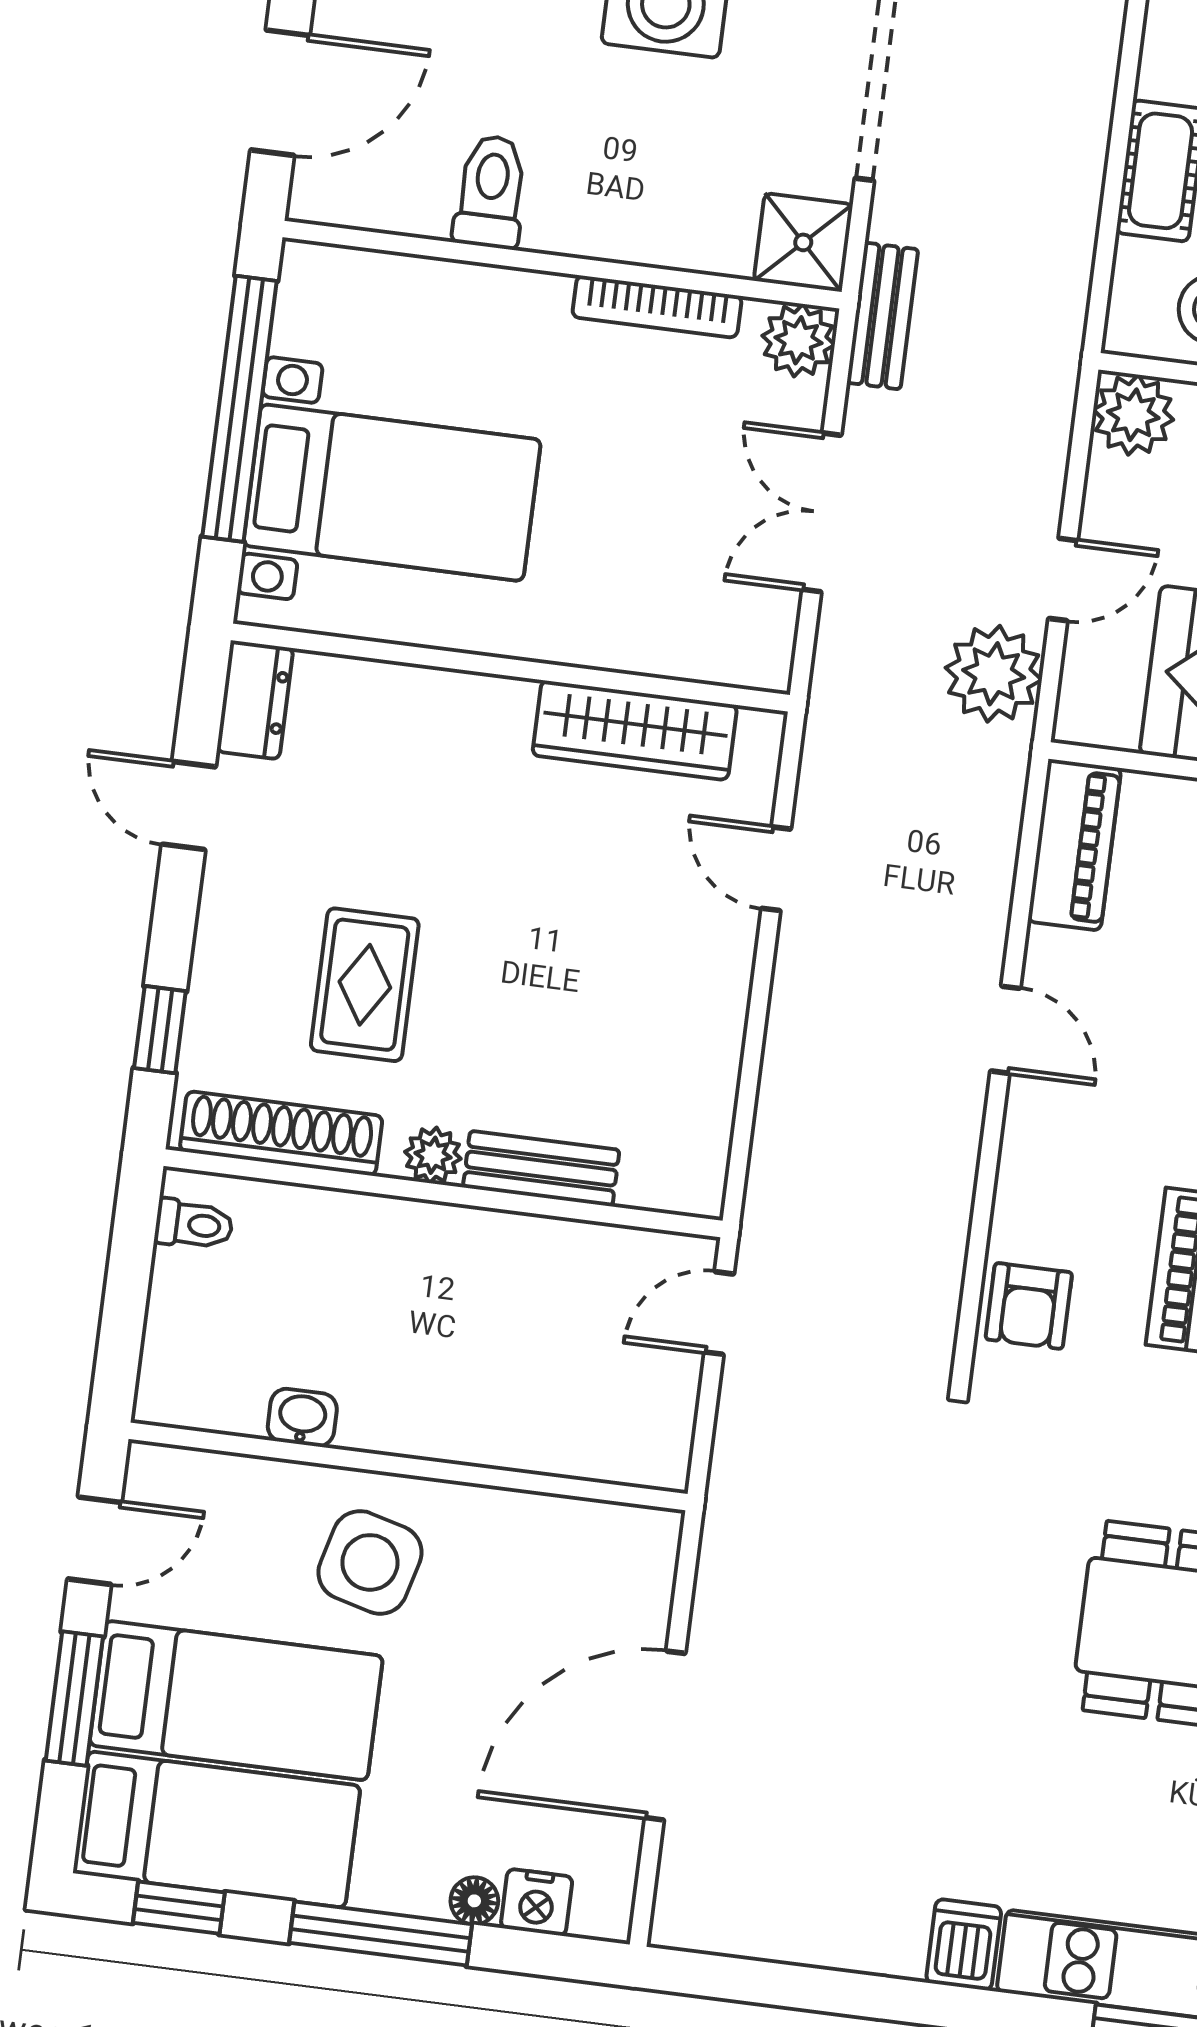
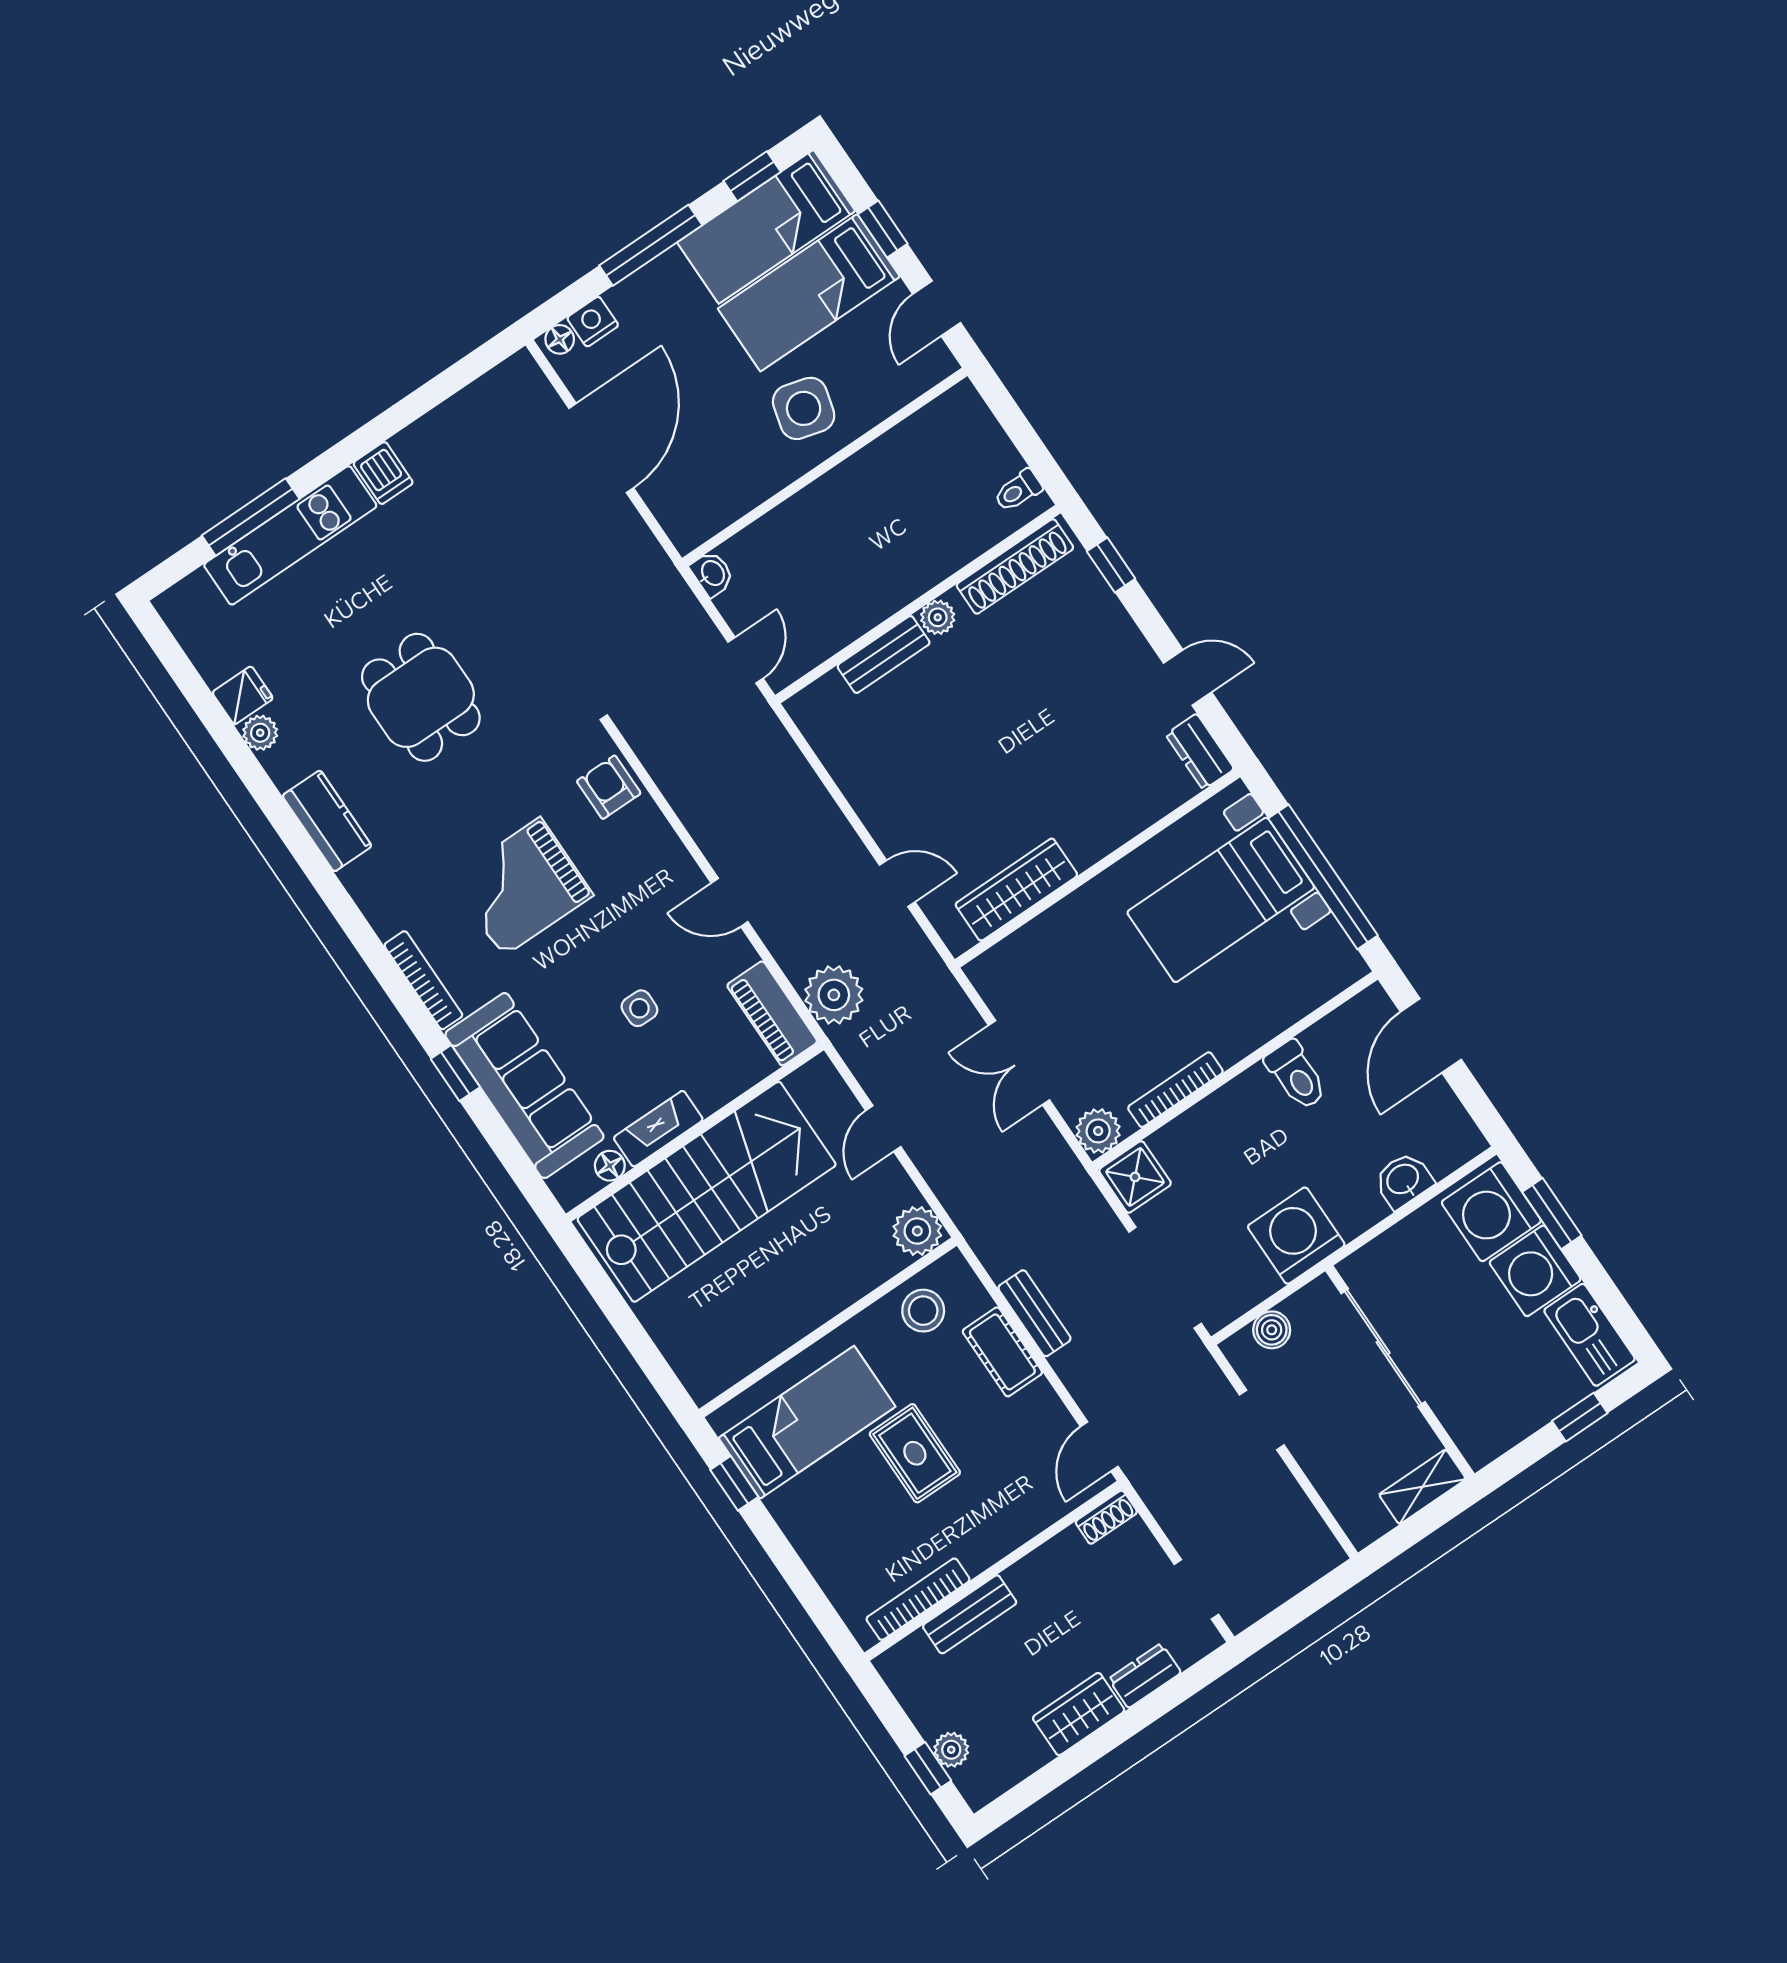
bench: (883, 316) -> (1034, 1313), moved
double door: (822, 512) -> (1019, 1063), swing flipped
plant: (994, 674) -> (834, 995), moved
rug: (365, 985) -> (1037, 667), removed
washbasin: (302, 1418) -> (712, 574), moved, turned -90
window: (74, 1698) -> (883, 229), width x0.67
floor lamp: (474, 1901) -> (560, 339), moved

